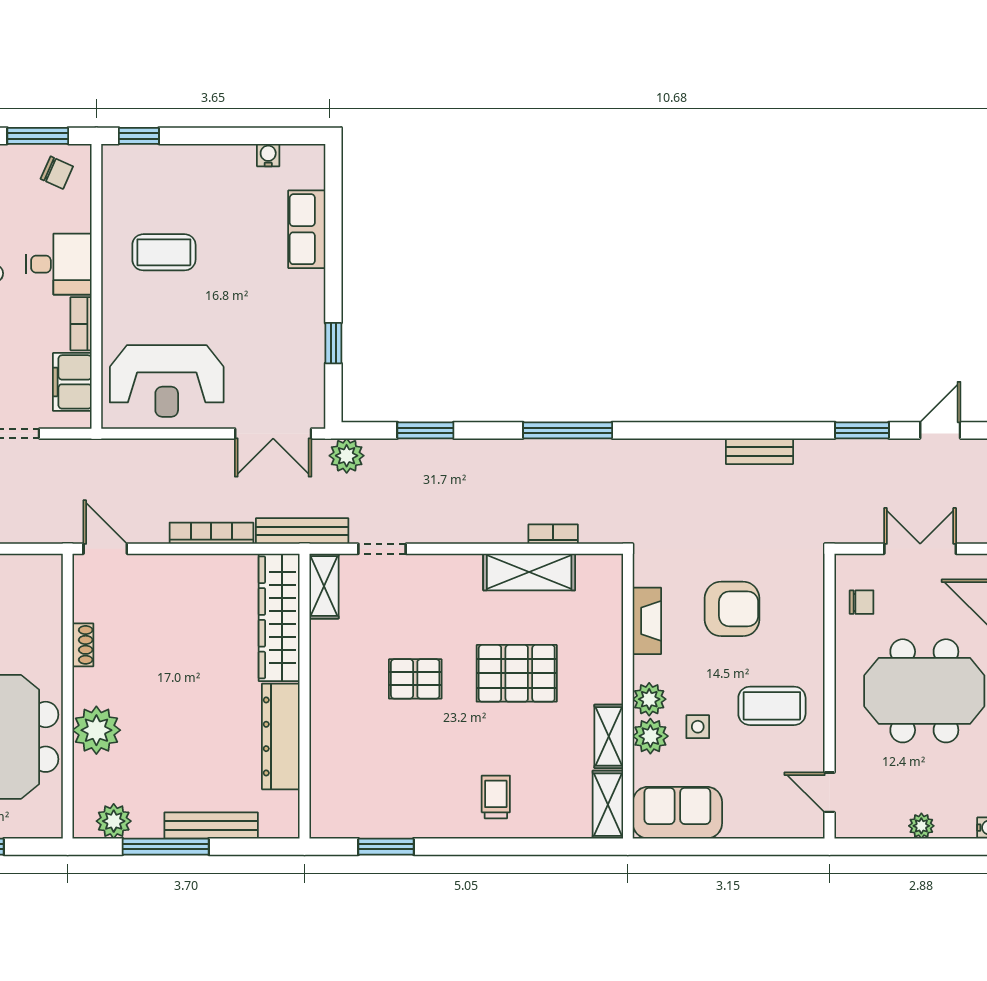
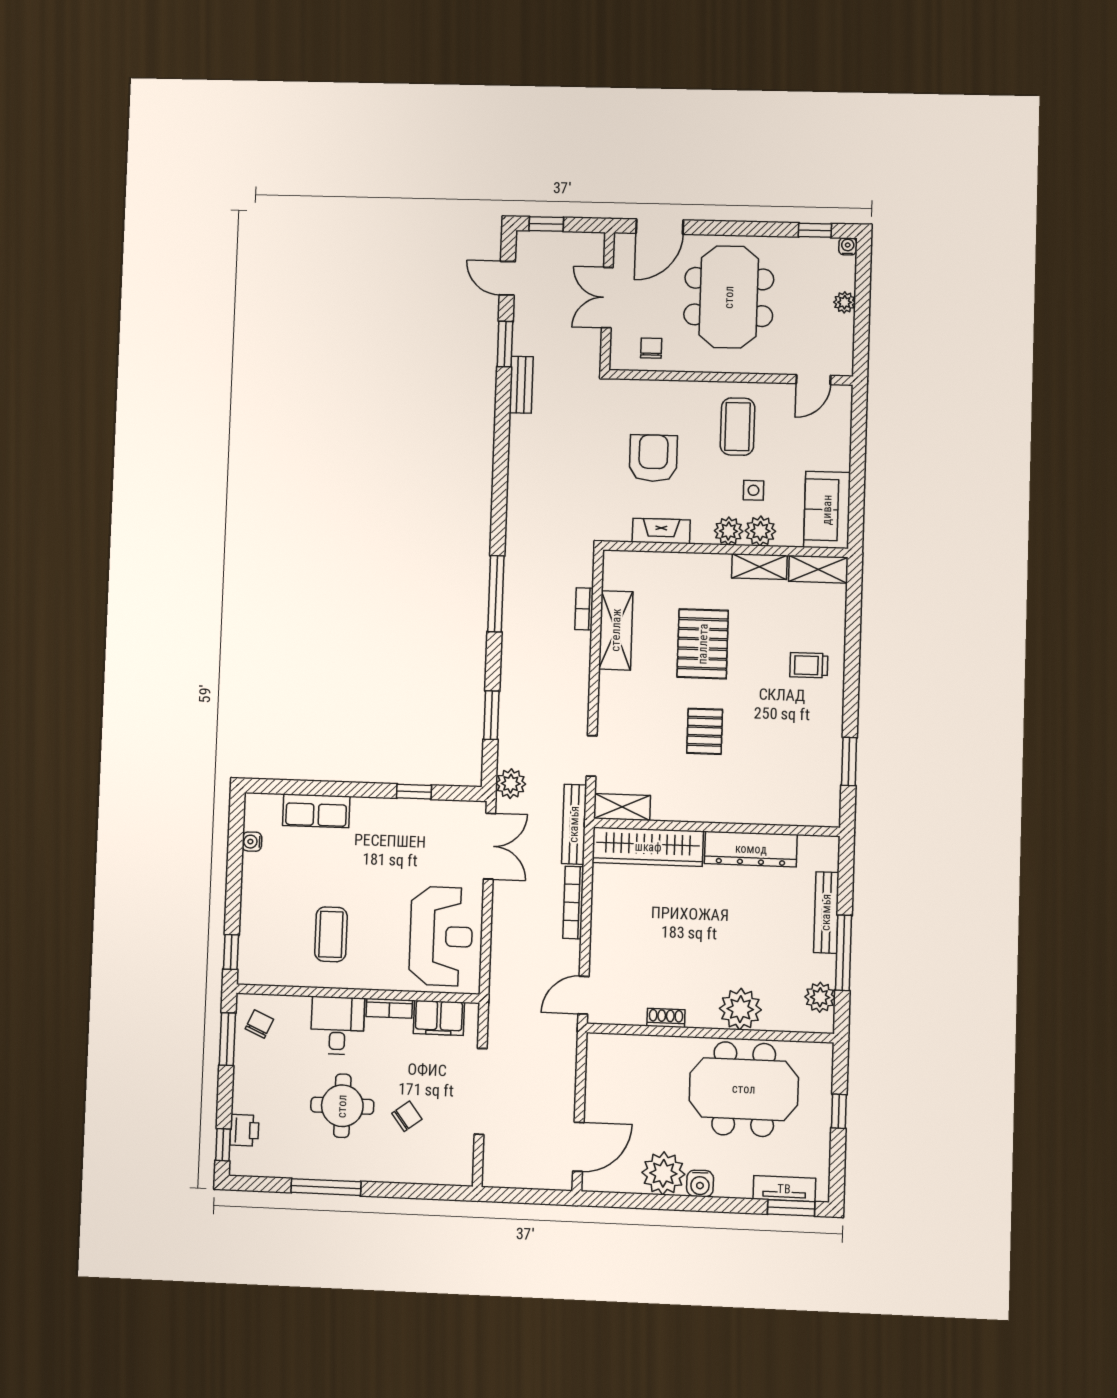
bench: (759, 451) -> (521, 385), moved

